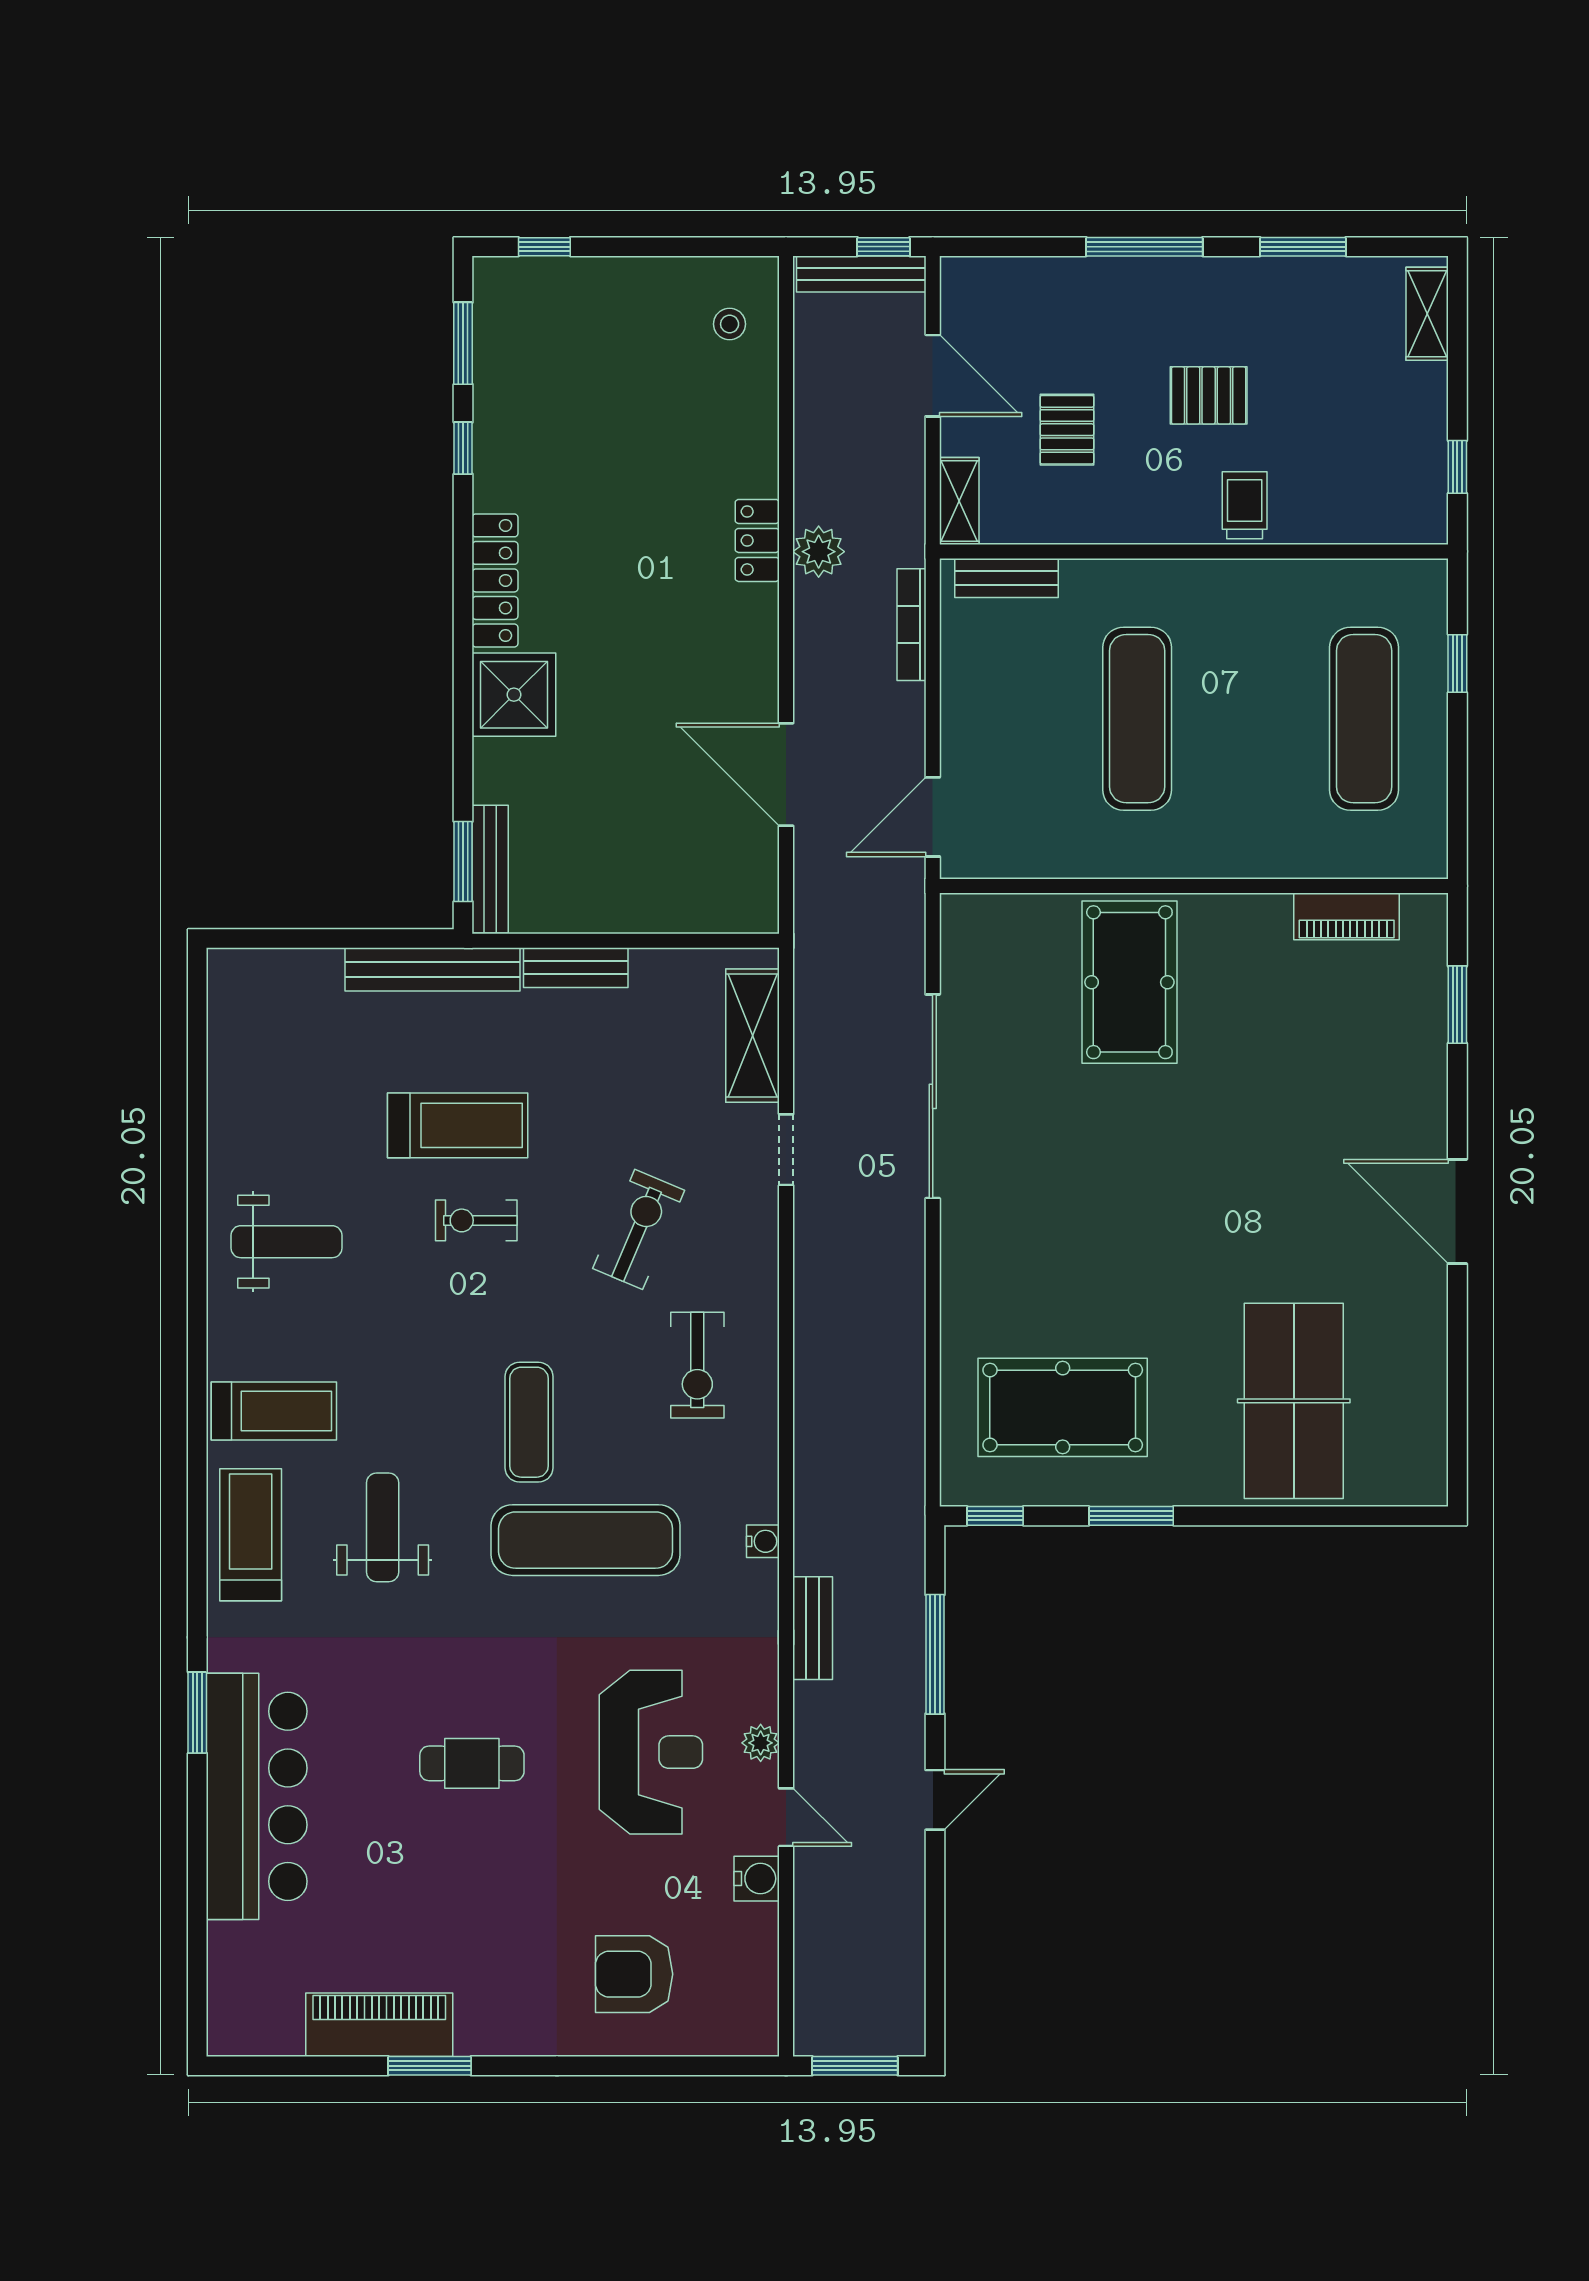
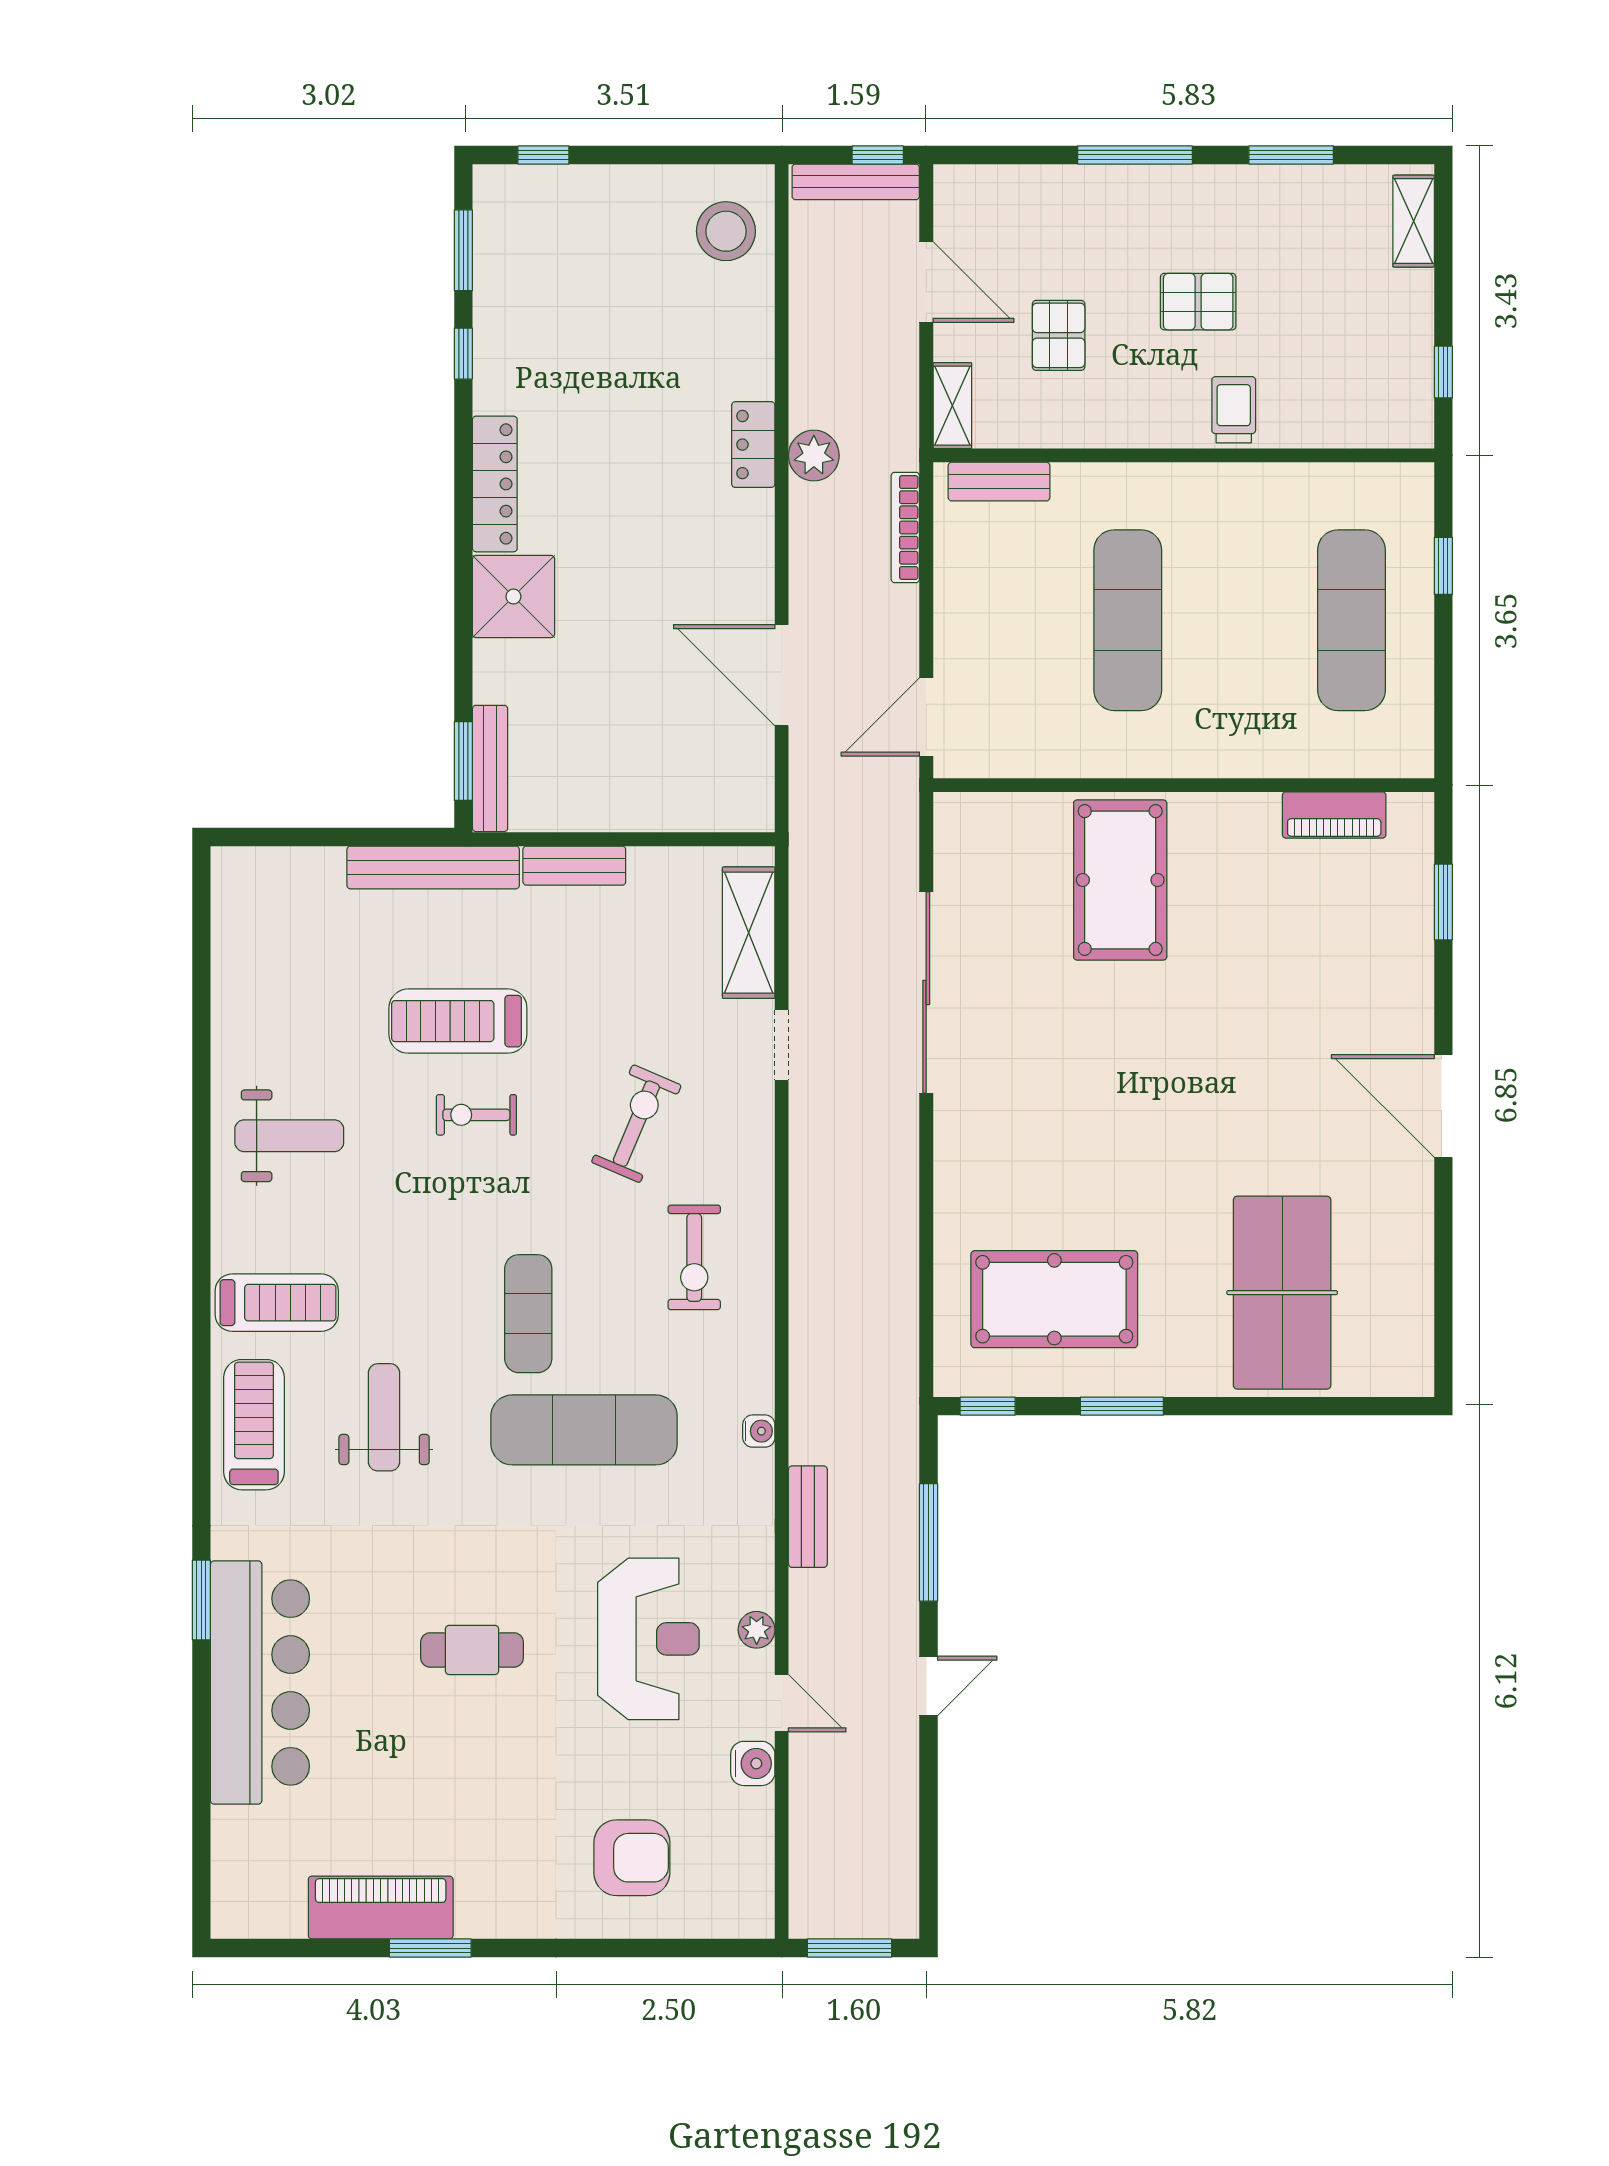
stool: (730, 324) -> (726, 231), width x1.89, depth x1.89
treadmill: (458, 1125) -> (458, 1021), turned 180
armchair: (634, 1974) -> (632, 1858), turned 180

